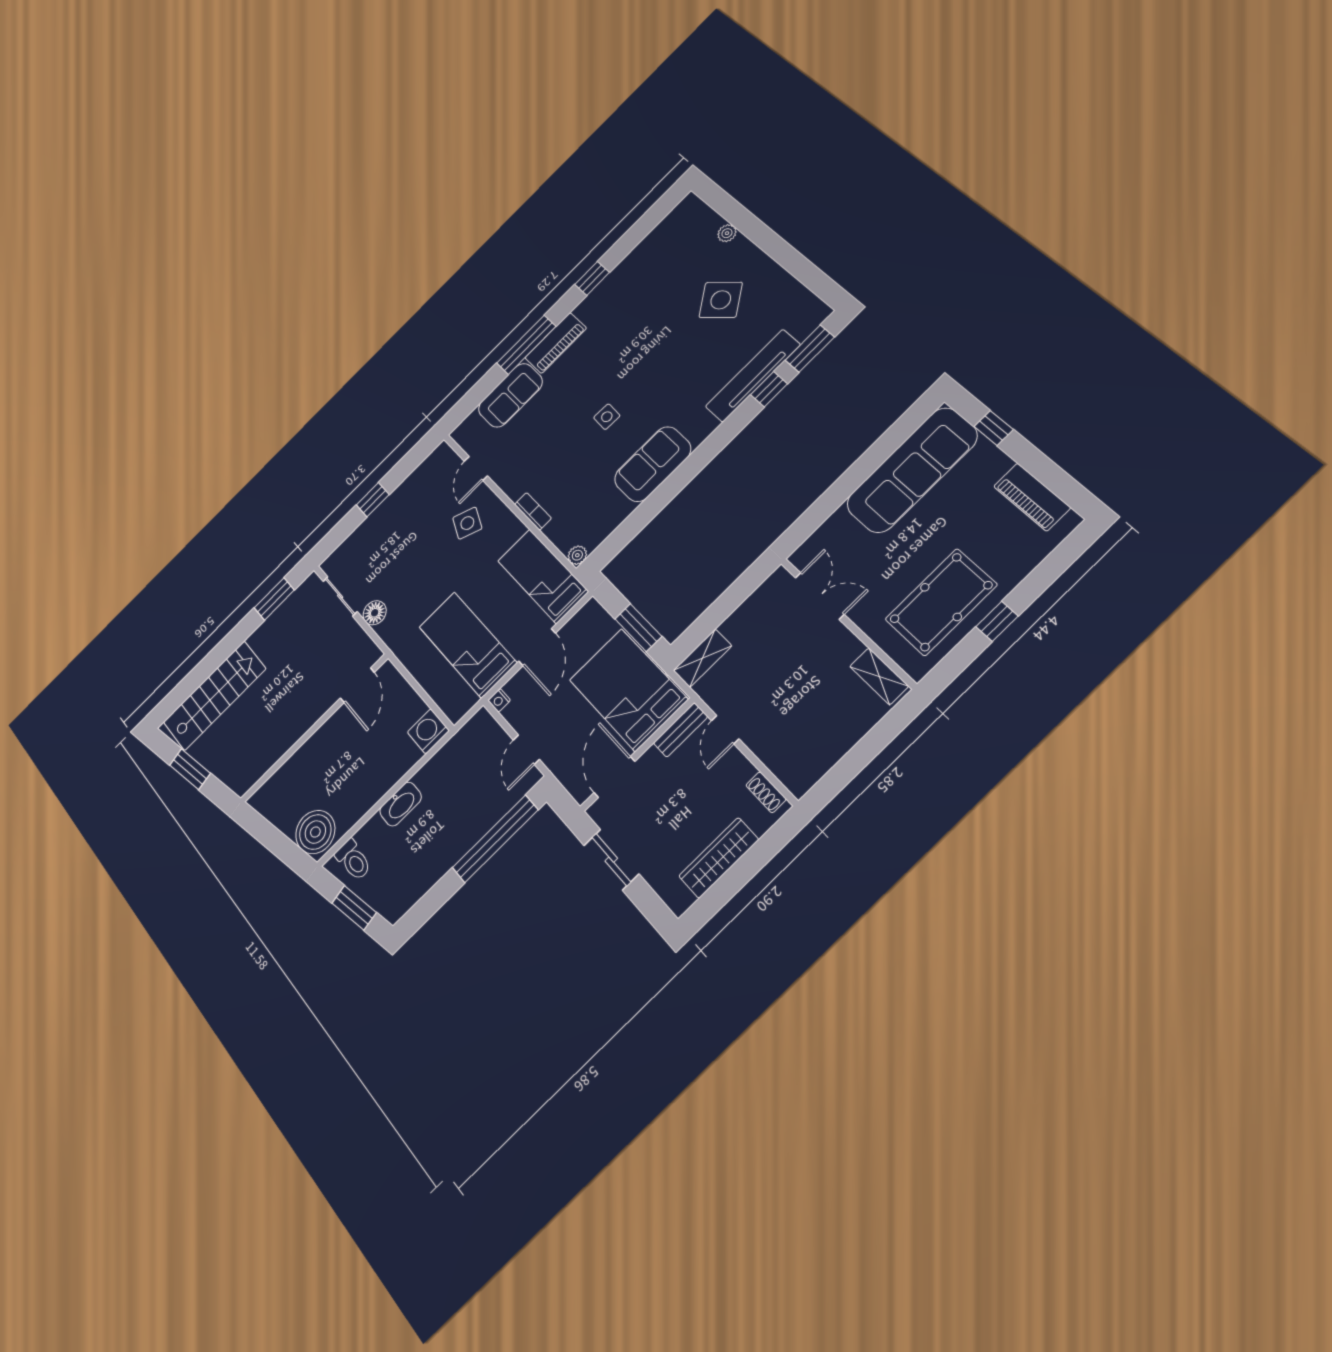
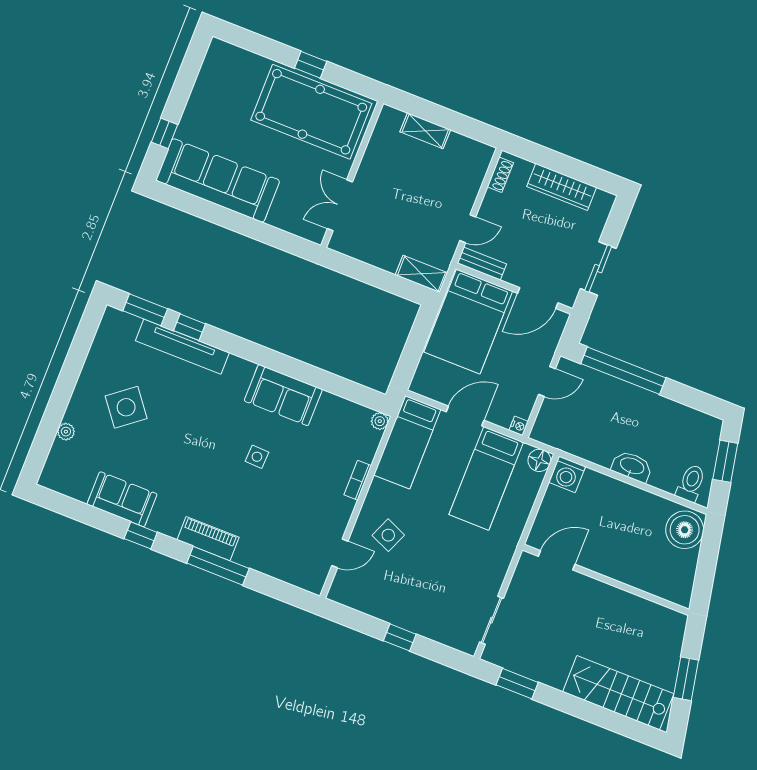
sofa: (510, 395) -> (122, 499), moved
piano: (1032, 497) -> (209, 81), removed
pool table: (941, 602) -> (311, 112), width x1.36, depth x1.32
floor lamp: (375, 613) -> (539, 460), moved
window: (638, 628) -> (418, 338), removed
shelving: (879, 676) -> (425, 131), moved, turned 90

